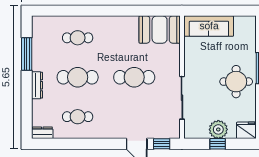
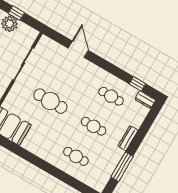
cafe table: (78, 77) -> (94, 126), width x0.73, depth x0.74
window: (162, 144) -> (137, 84), moved

